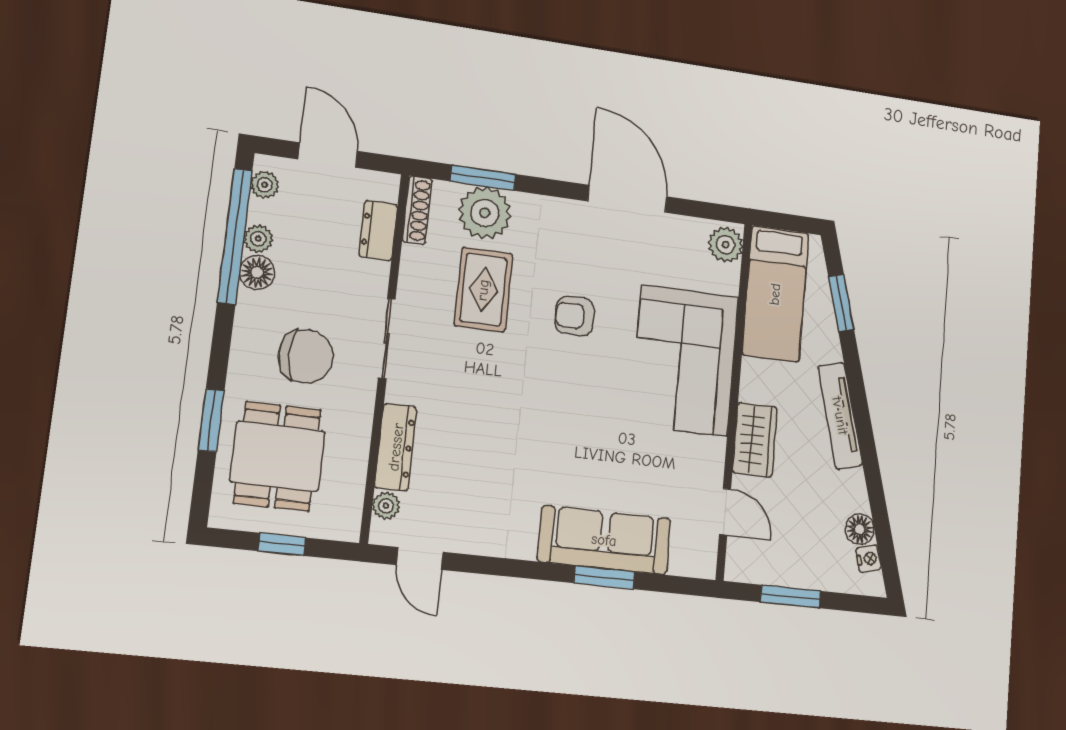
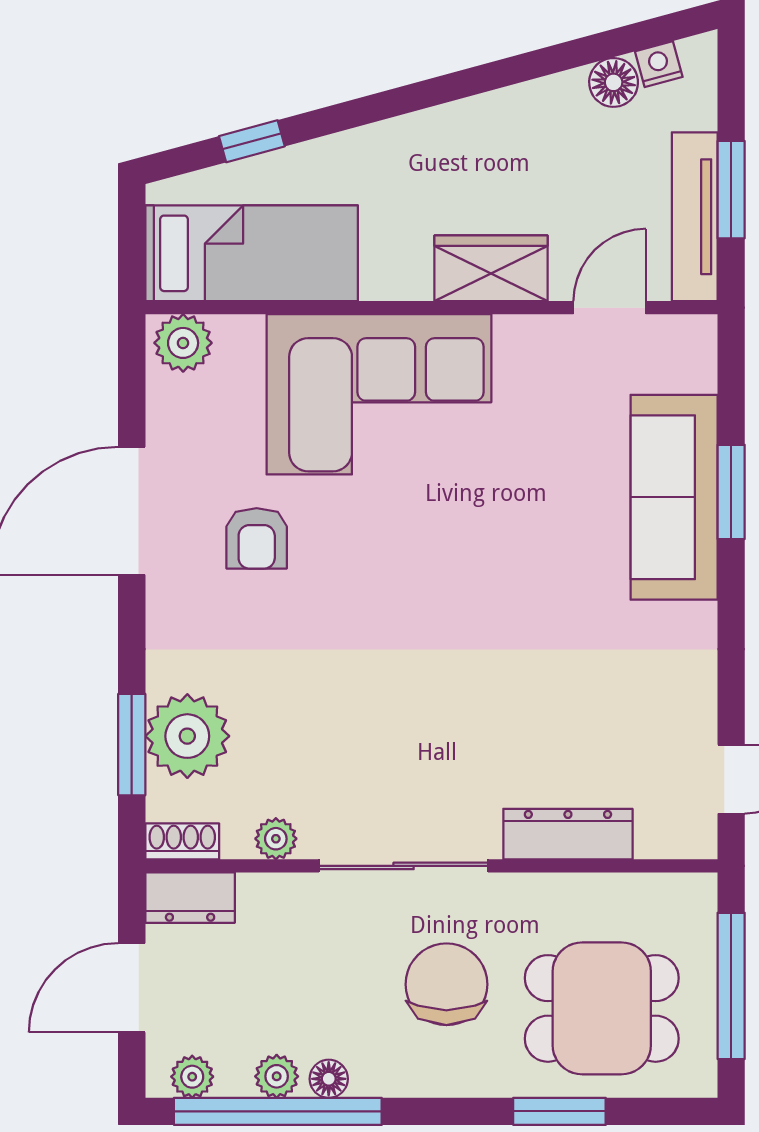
shoe rack: (417, 210) -> (182, 841), width x0.70
dresser: (378, 231) -> (190, 898), moved
floor lamp: (257, 273) -> (329, 1079), width x0.73, depth x0.73
rug: (483, 290) -> (309, 725), removed
window: (841, 303) -> (252, 141), width x0.67
armchair: (575, 316) -> (257, 538), moved
sliding door: (387, 338) -> (404, 866), width x1.37
tv unit: (840, 416) -> (695, 217), moved, turned 105
plant: (386, 506) -> (276, 839), moved
window: (282, 544) -> (731, 986), width x2.17

